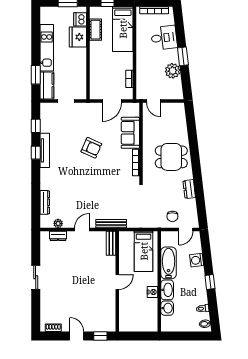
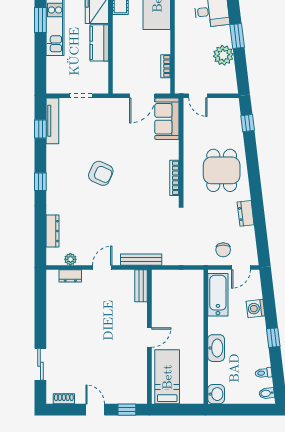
window: (36, 75) -> (40, 20), moved
kitchen counter: (47, 86) -> (99, 43), moved, turned 180
window: (191, 122) -> (248, 123), added
sofa: (130, 133) -> (167, 119), moved
armchair: (91, 148) -> (101, 173), moved
tv unit: (45, 150) -> (52, 121), moved
window: (36, 153) -> (40, 182), moved
dining table: (171, 157) -> (222, 170), turned 90
bed: (144, 251) -> (167, 377), moved, turned 180
bathtub: (169, 263) -> (218, 295), moved
sliding door: (36, 277) -> (40, 364), moved
nightstand: (153, 292) -> (197, 351), removed
washbasin: (167, 308) -> (216, 394), moved

